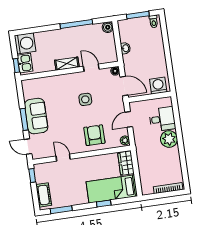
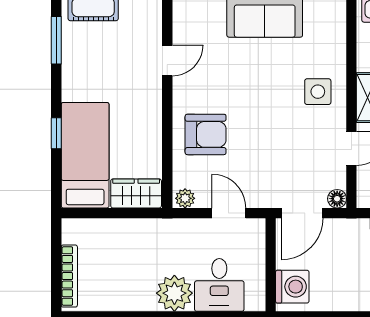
side table: (85, 99) -> (318, 92), moved

